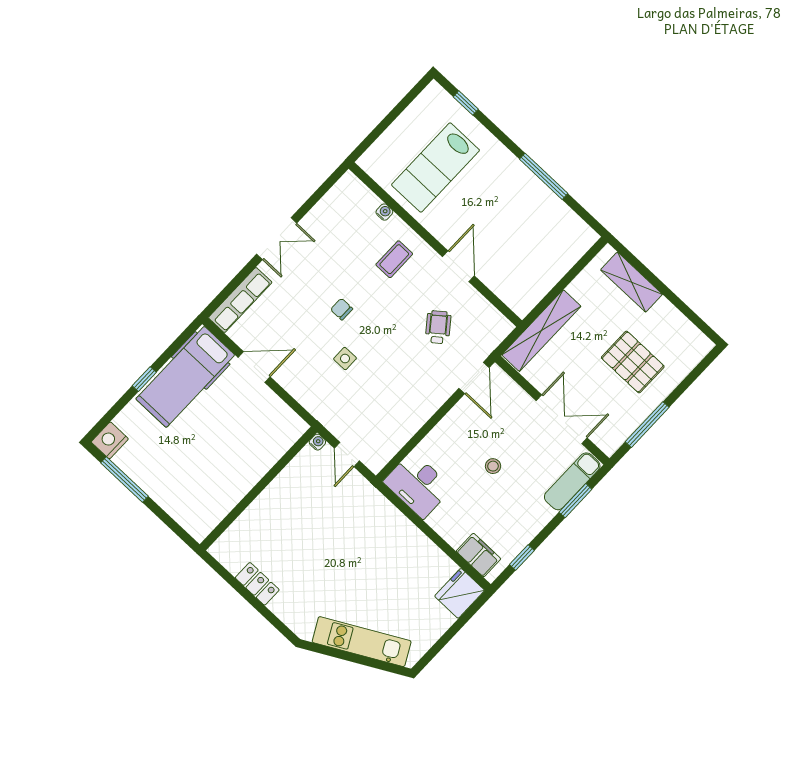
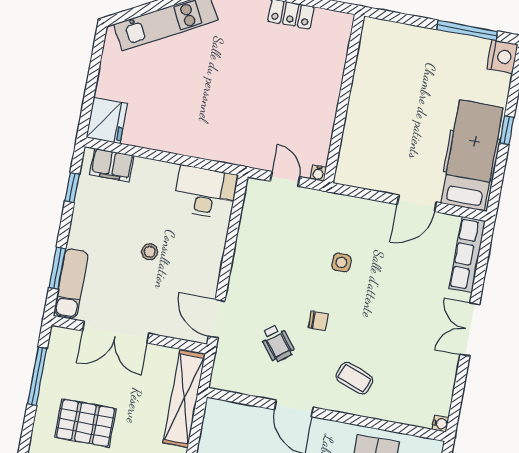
water cooler: (384, 212) -> (440, 424), moved, turned -90
coffee table: (394, 259) -> (354, 378), turned -69
chair: (342, 309) -> (318, 321), moved

